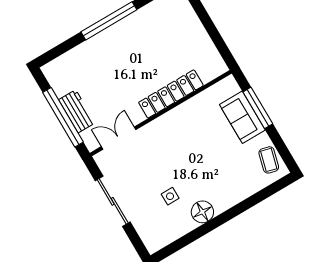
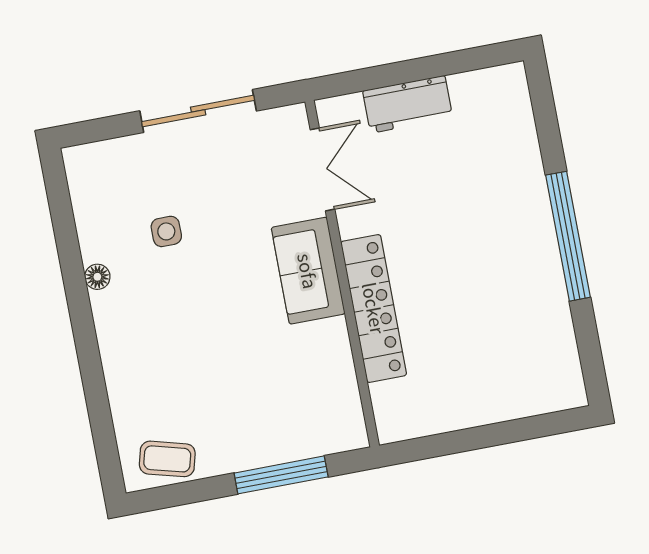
window: (63, 117) -> (406, 72), removed
sofa: (242, 117) -> (308, 271), moved, turned -90
floor lamp: (202, 212) -> (97, 277), width x0.53, depth x0.53

